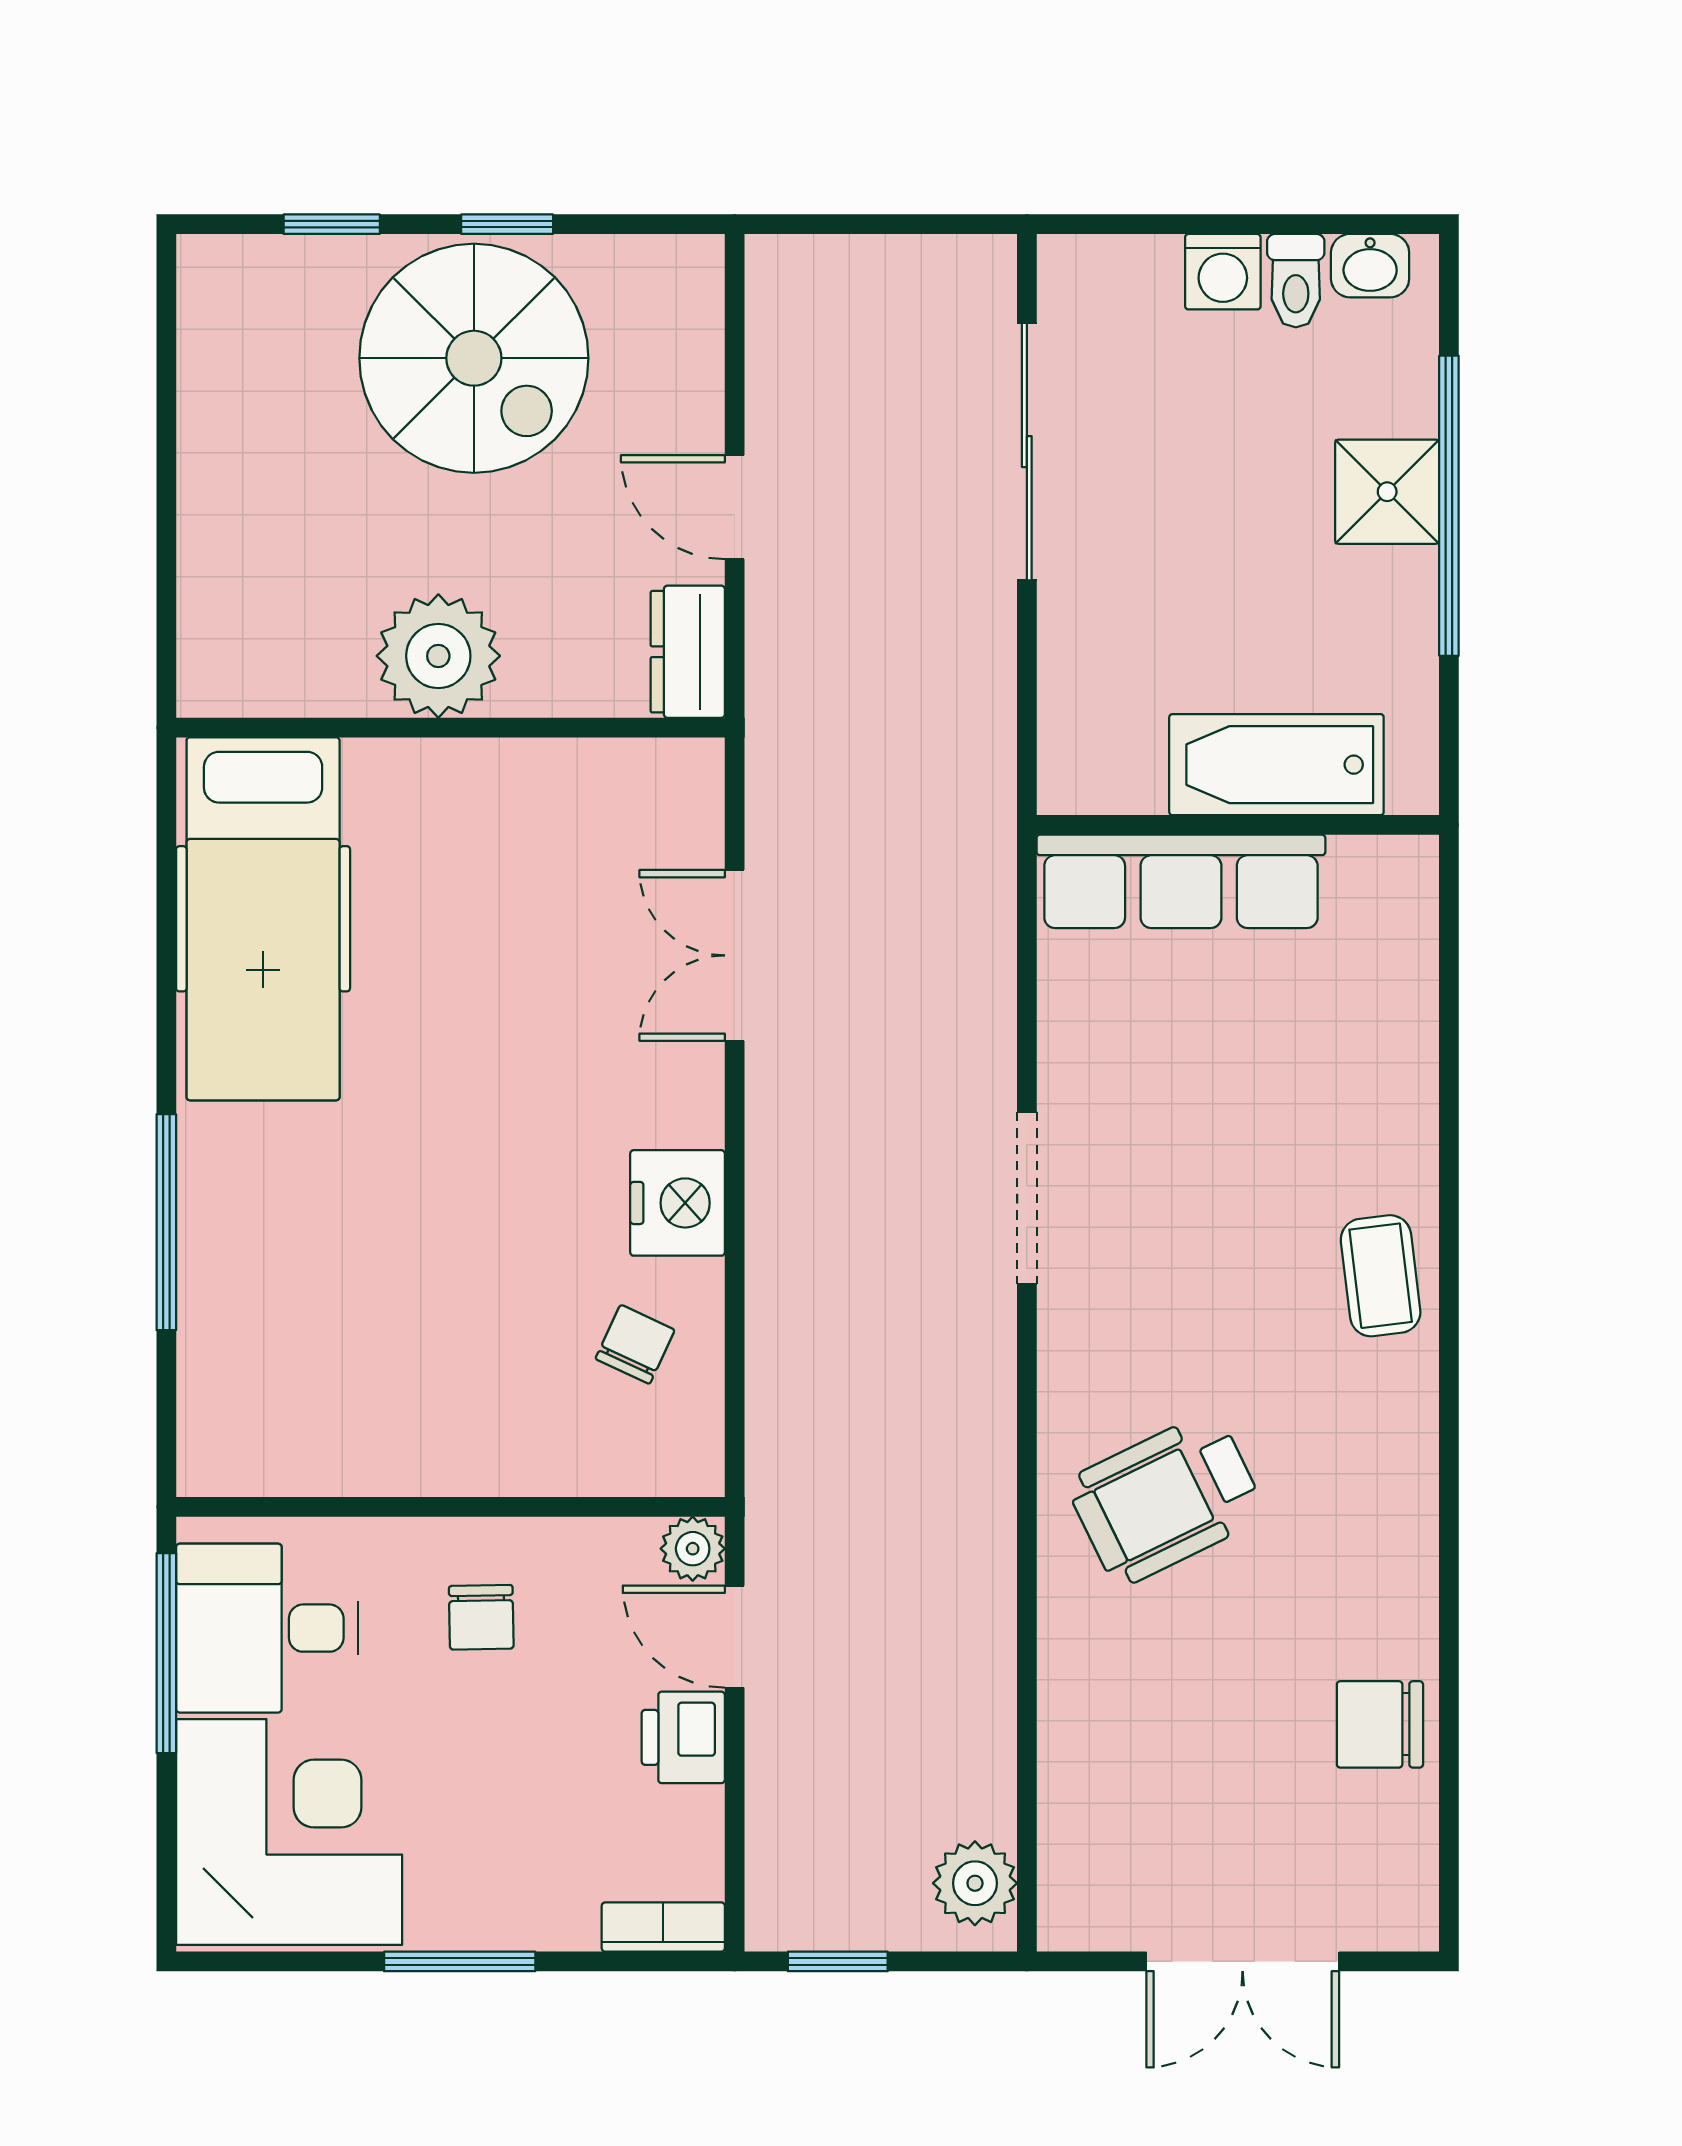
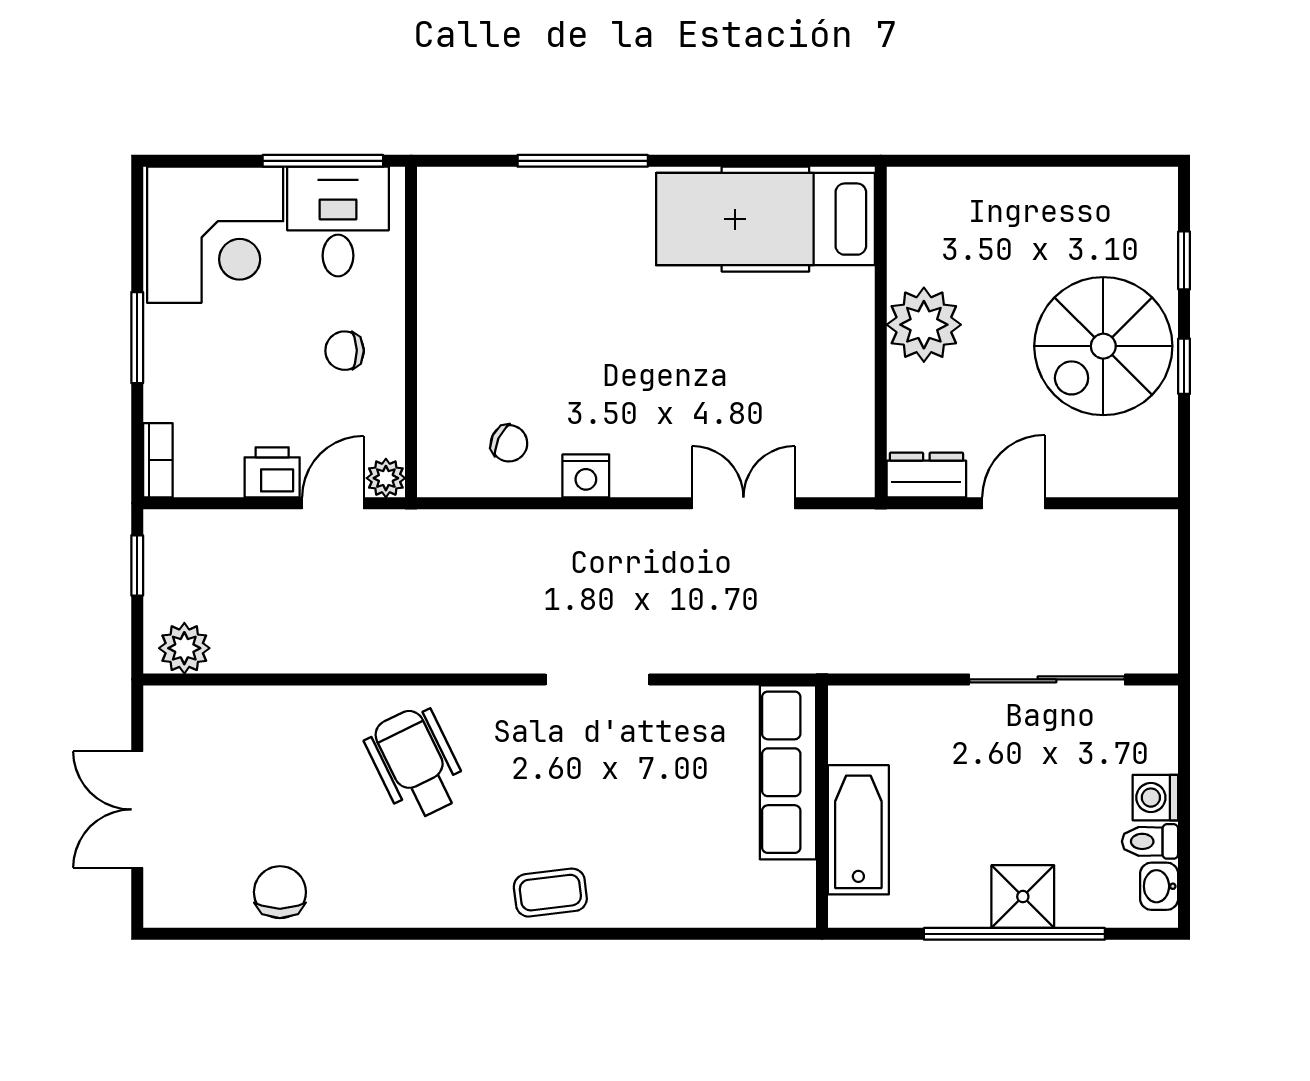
nightstand: (678, 1203) -> (586, 476), width x0.74, depth x0.75

